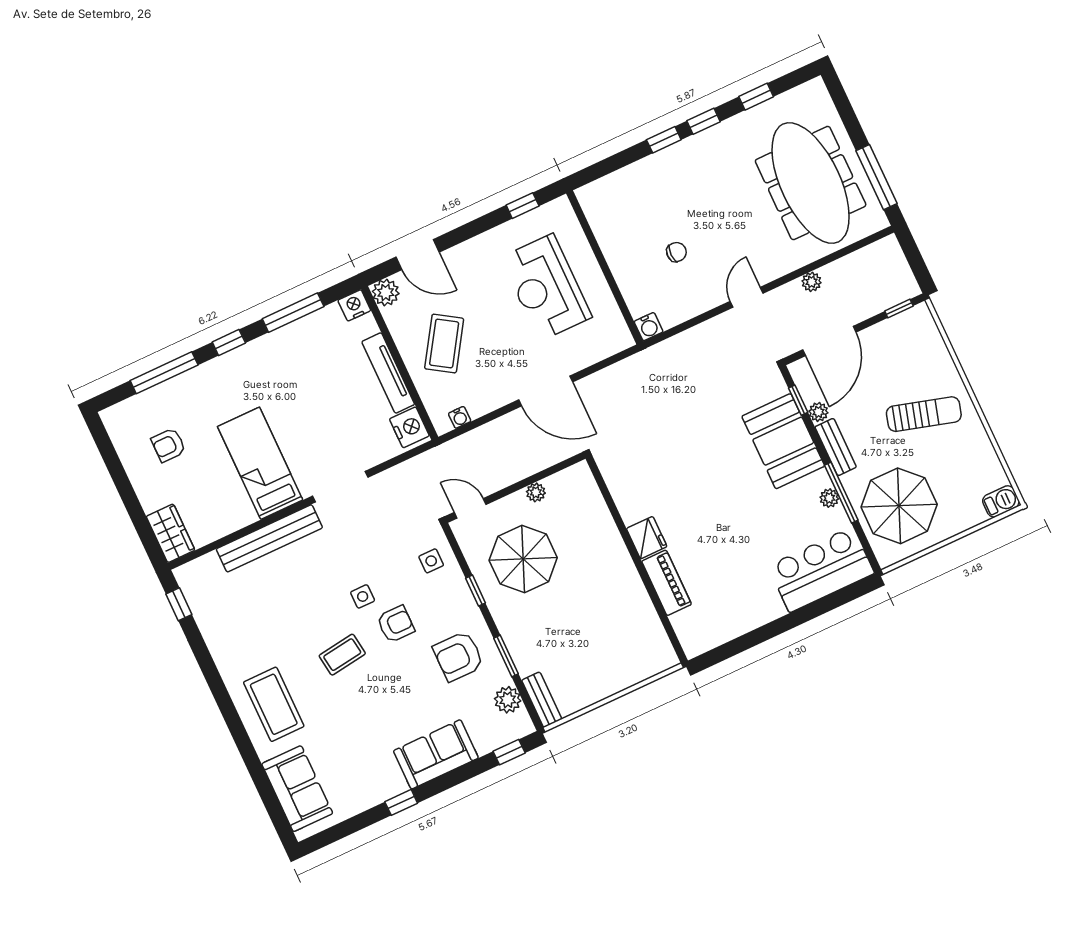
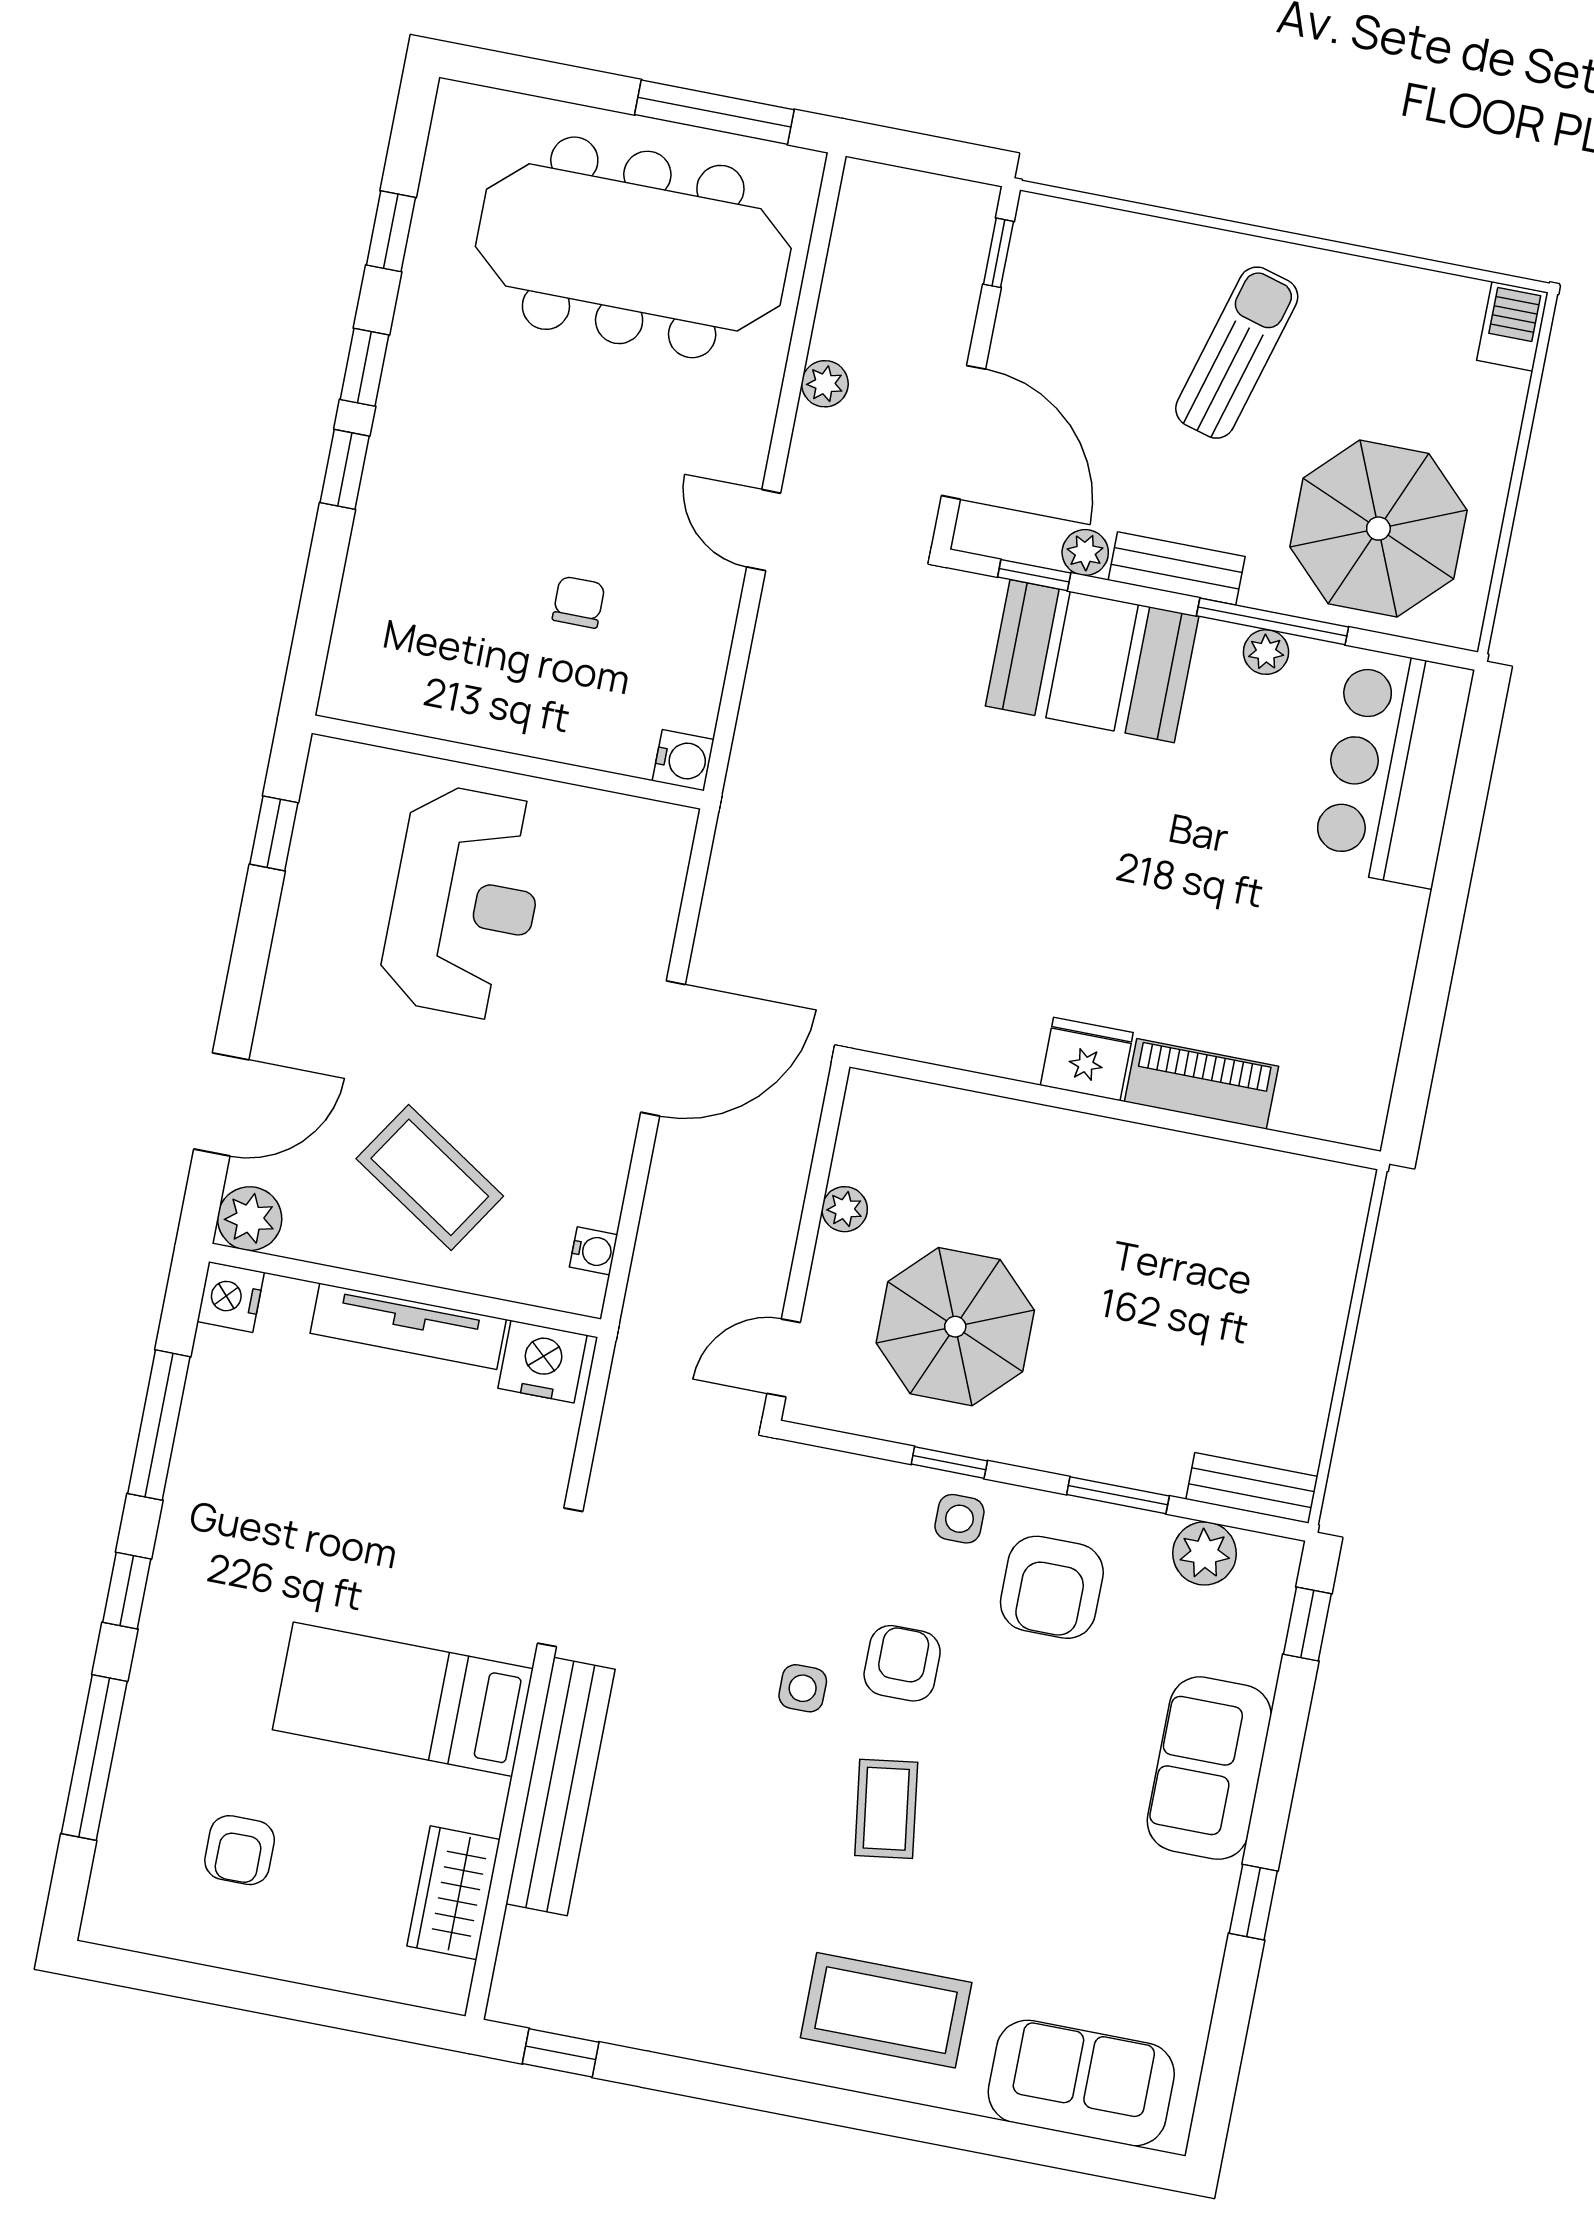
reception desk: (546, 287) -> (464, 902), turned -90
wardrobe: (171, 533) -> (454, 1893), moved, turned -90
side table: (431, 561) -> (959, 1519), moved

